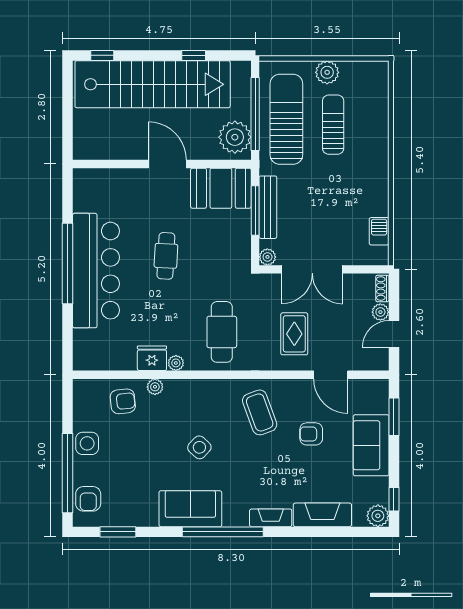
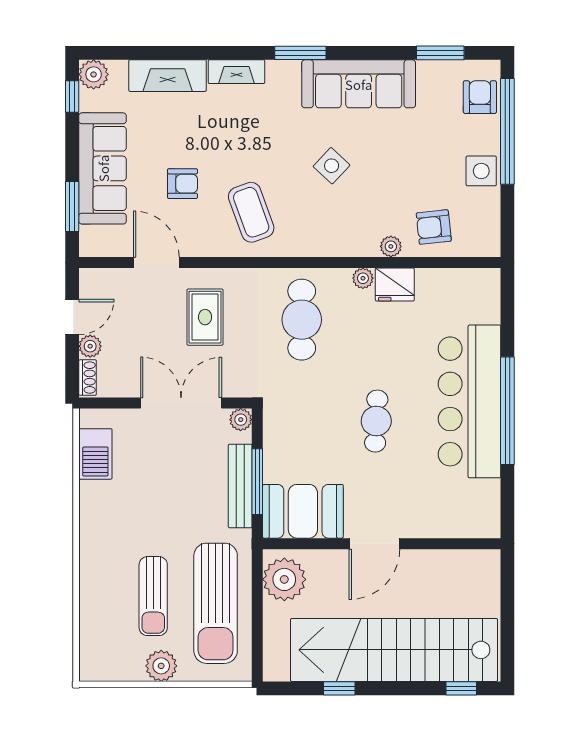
window: (255, 114) -> (257, 610), removed
door: (167, 164) -> (374, 544), hinge flipped
barbecue: (379, 231) -> (95, 454), width x1.38, depth x1.27
sofa: (371, 445) -> (103, 168), width x1.36
sofa: (190, 509) -> (359, 84), width x1.36
window: (223, 532) -> (300, 53), width x0.47

